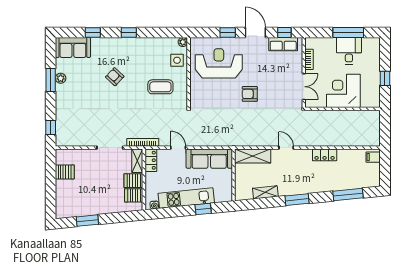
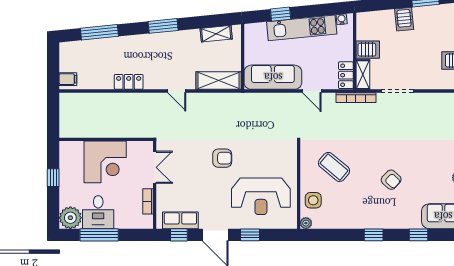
plant: (371, 46) -> (70, 218), added
coffee table: (160, 87) -> (334, 167), turned 40
double door: (304, 87) -> (155, 167), swing flipped
shelving: (265, 192) -> (216, 34), moved
server rack: (134, 195) -> (404, 19), moved, turned 84

